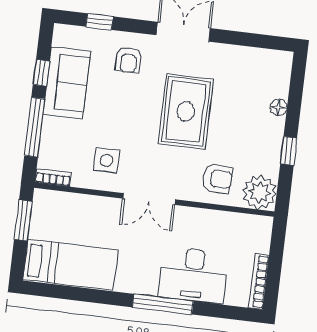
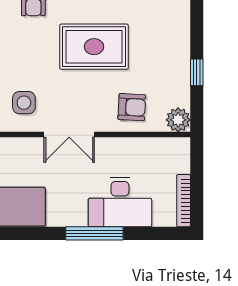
floor lamp: (279, 107) -> (182, 32), removed
rug: (186, 111) -> (94, 47), turned 90
plant: (259, 192) -> (178, 120), width x0.73, depth x0.73

